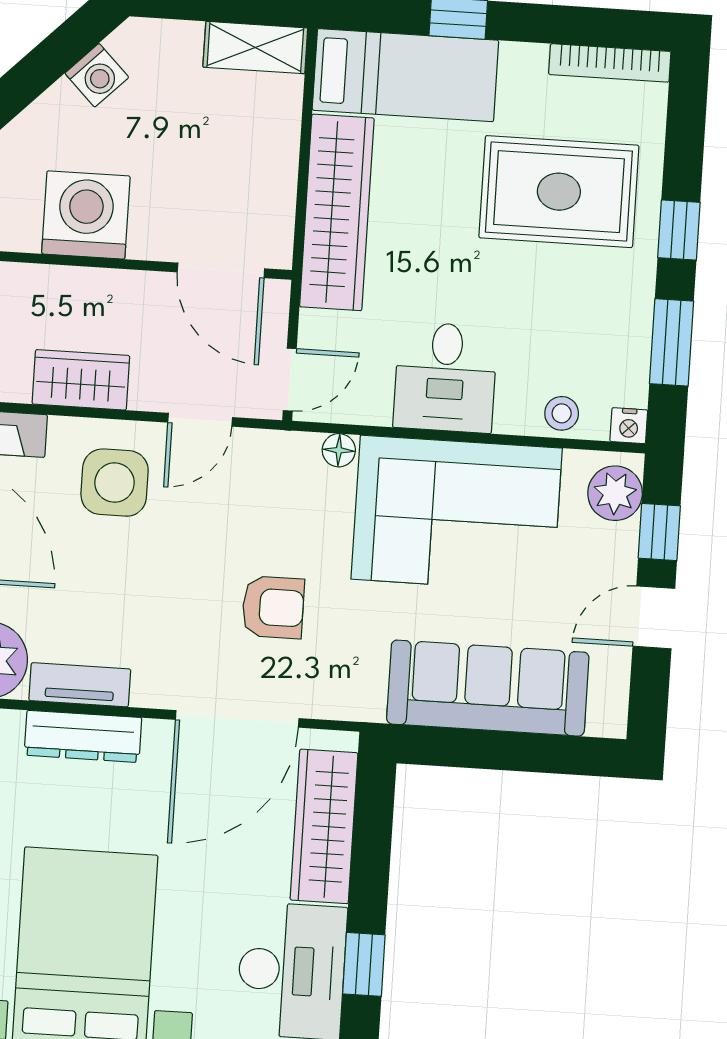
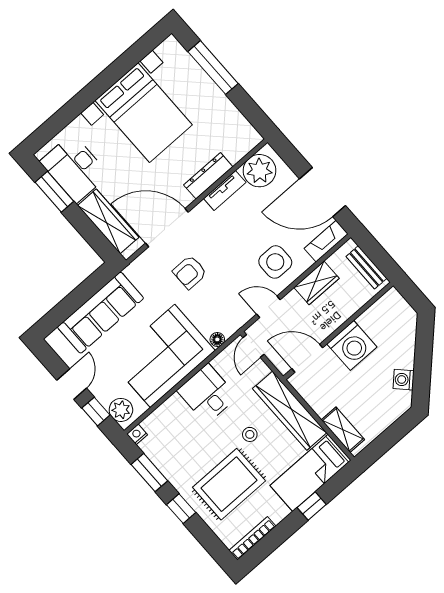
shelving: (255, 48) -> (343, 430), moved, turned 90
washing machine: (86, 215) -> (352, 345), moved
stool: (562, 413) -> (250, 434), moved
door: (200, 420) -> (268, 307), hinge flipped
door: (237, 719) -> (167, 228), hinge flipped
window: (364, 964) -> (54, 192), width x1.50

